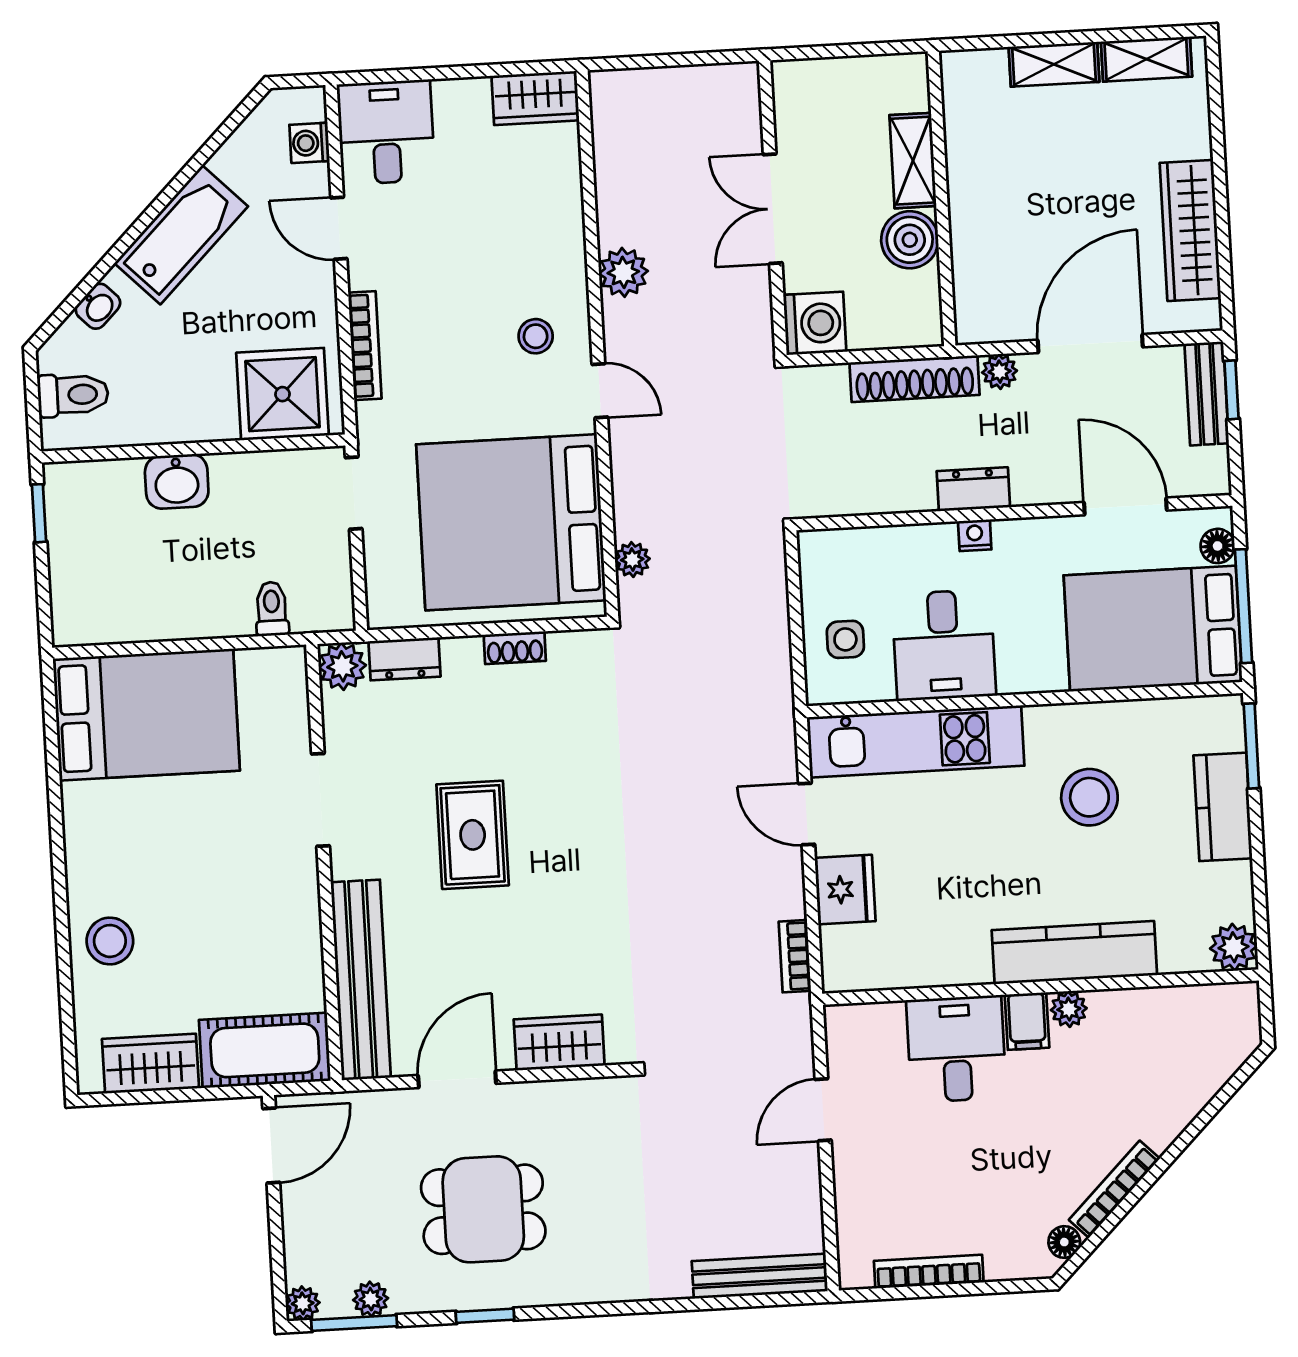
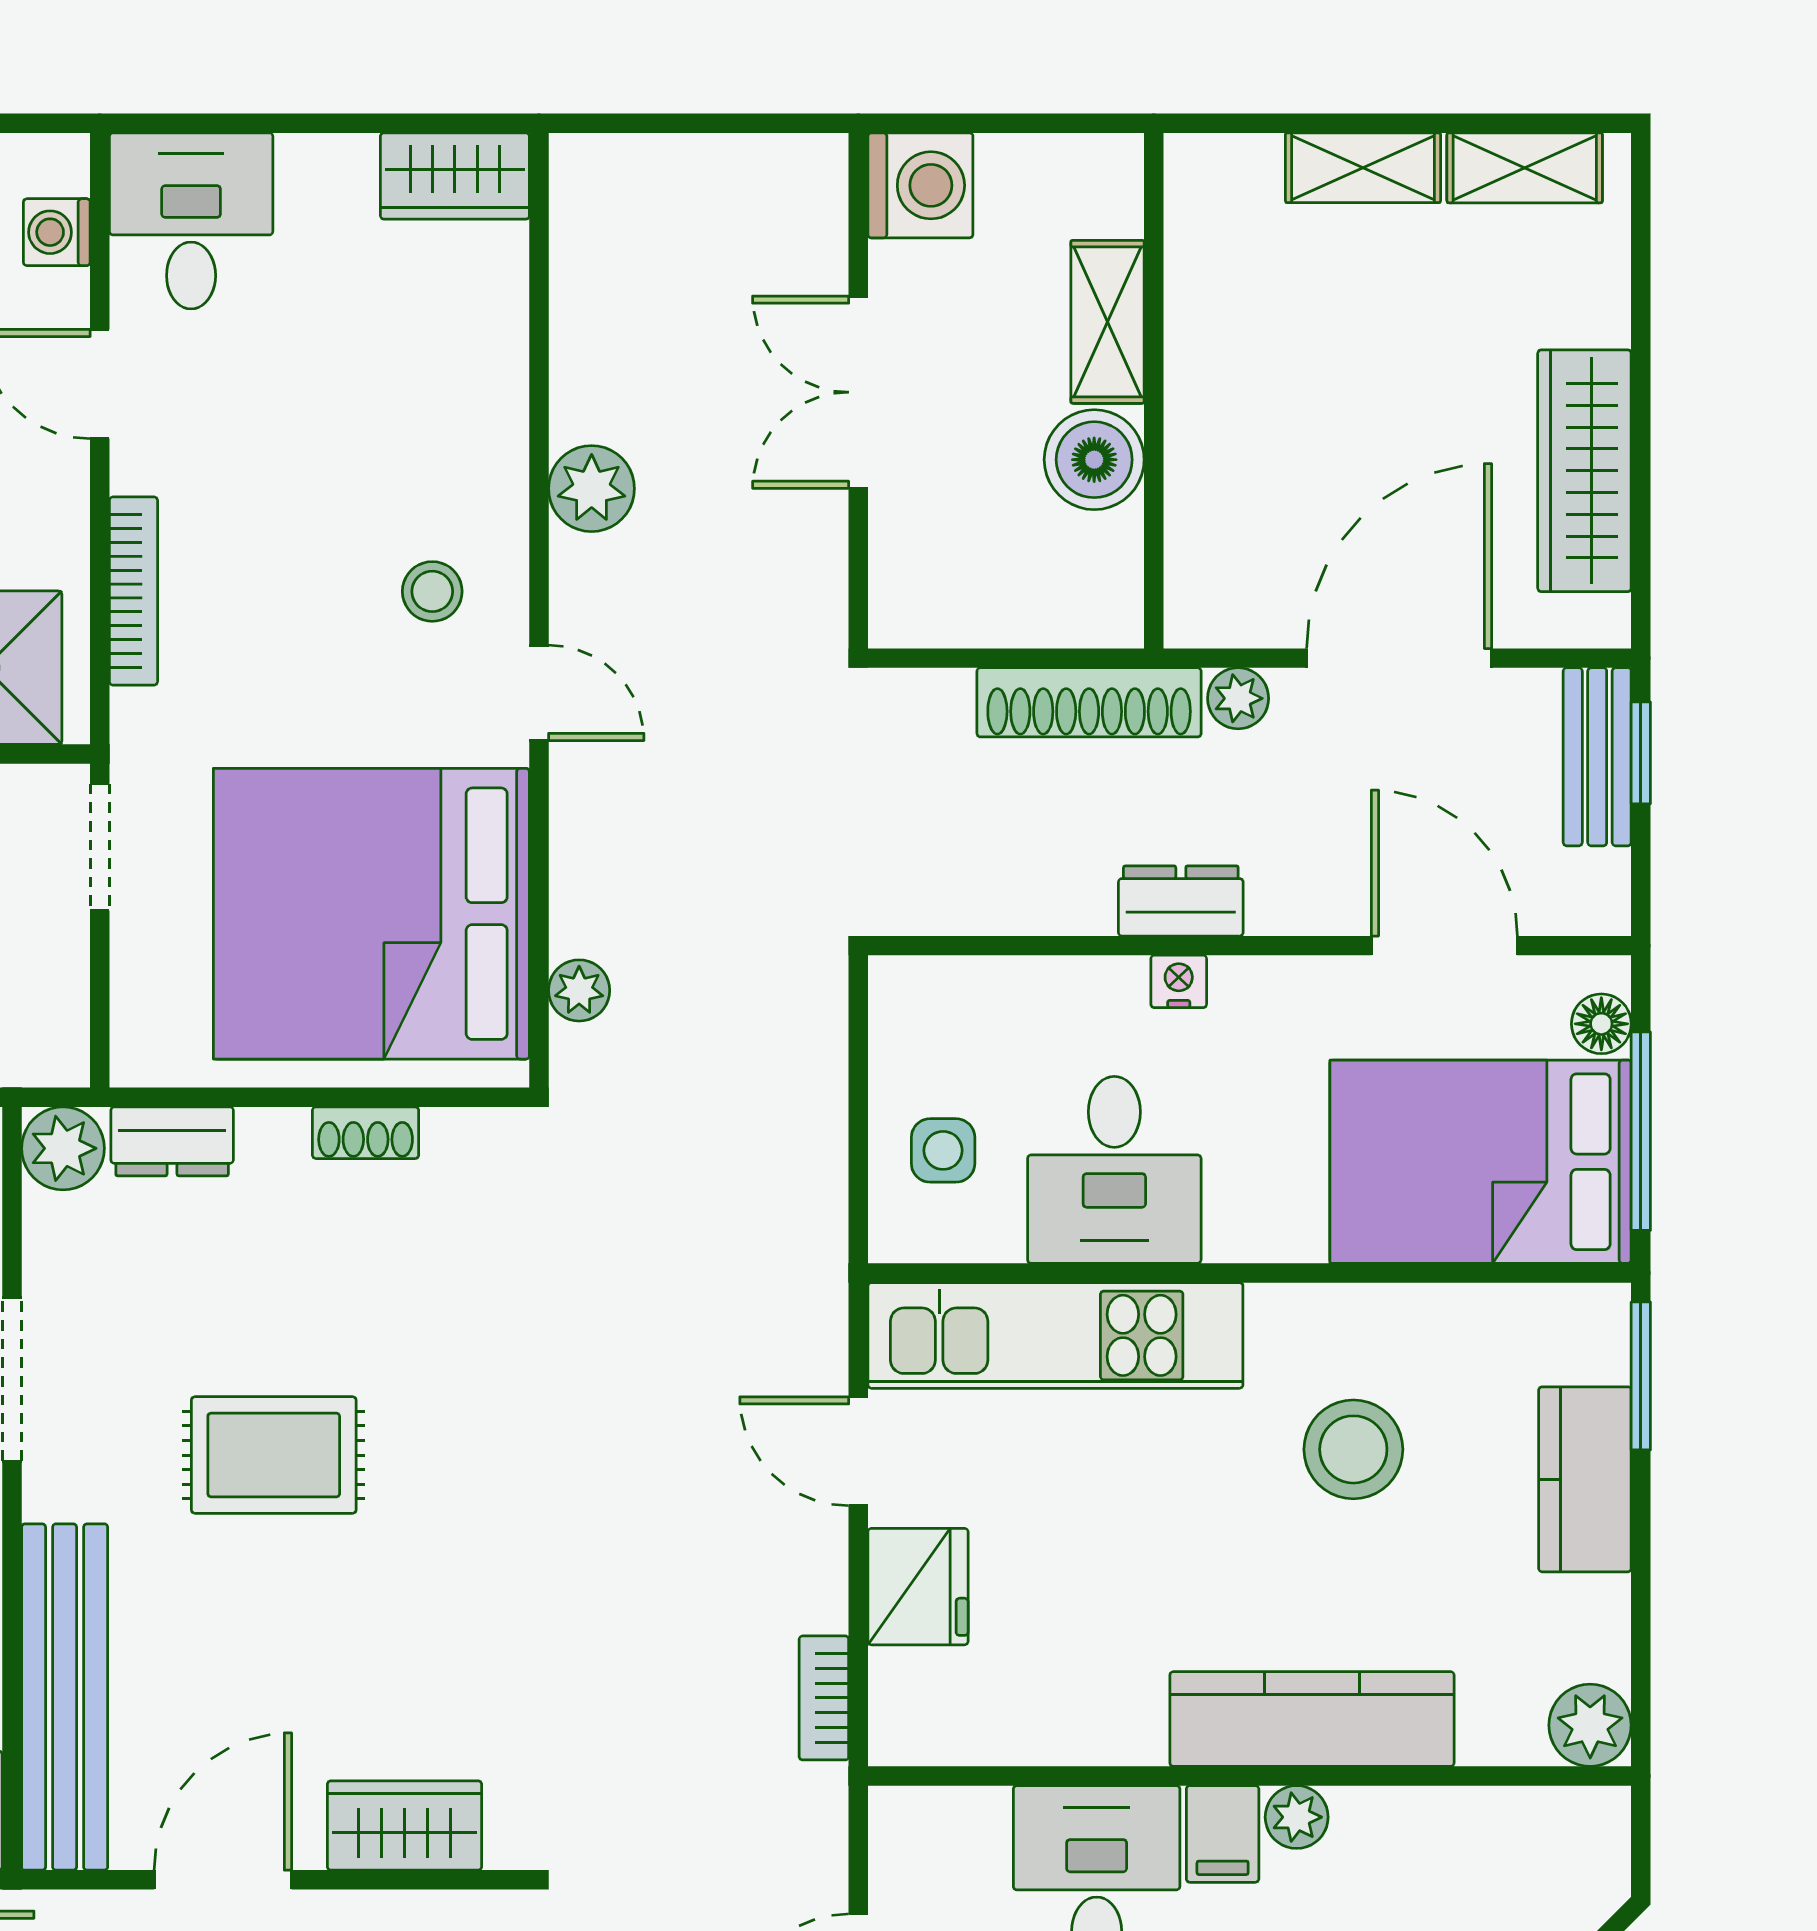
washing machine: (815, 323) -> (920, 185), moved
rug: (473, 835) -> (274, 1455), turned 90

